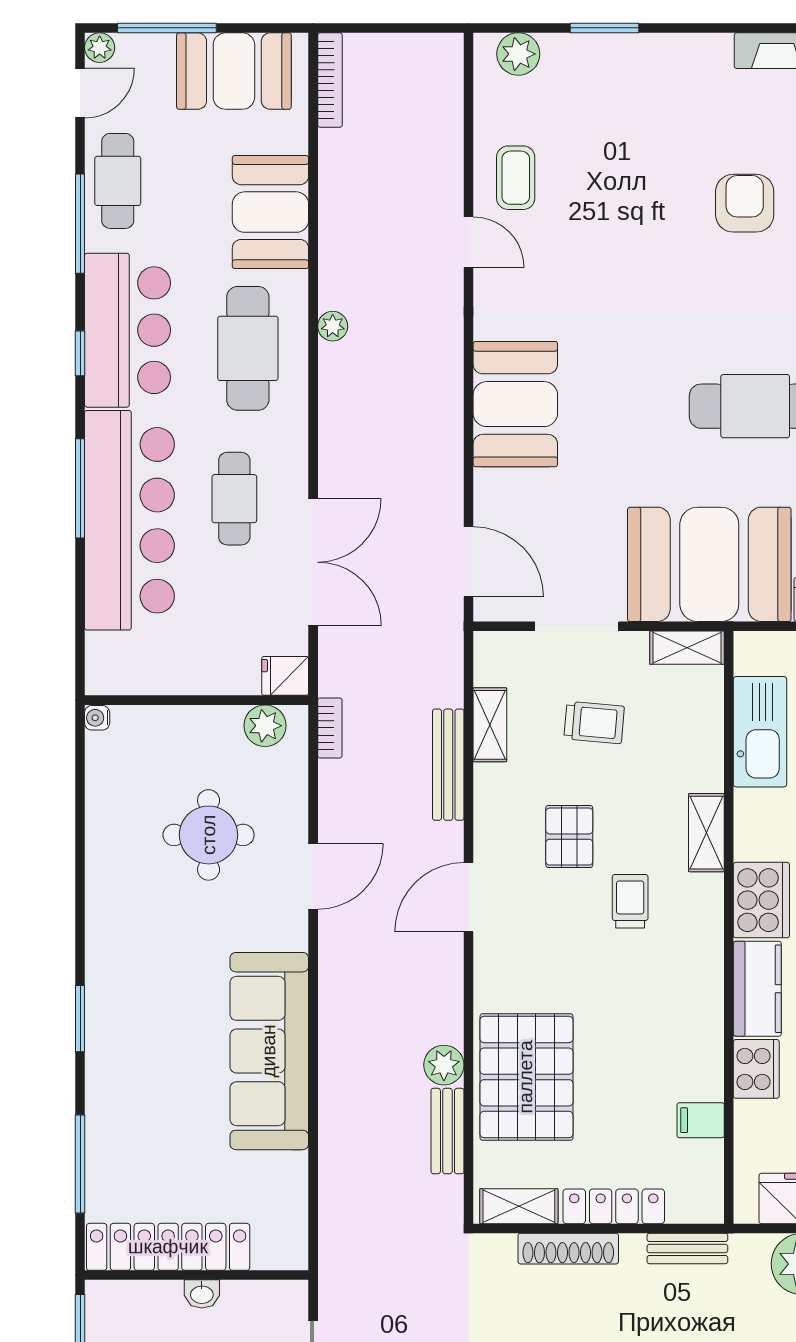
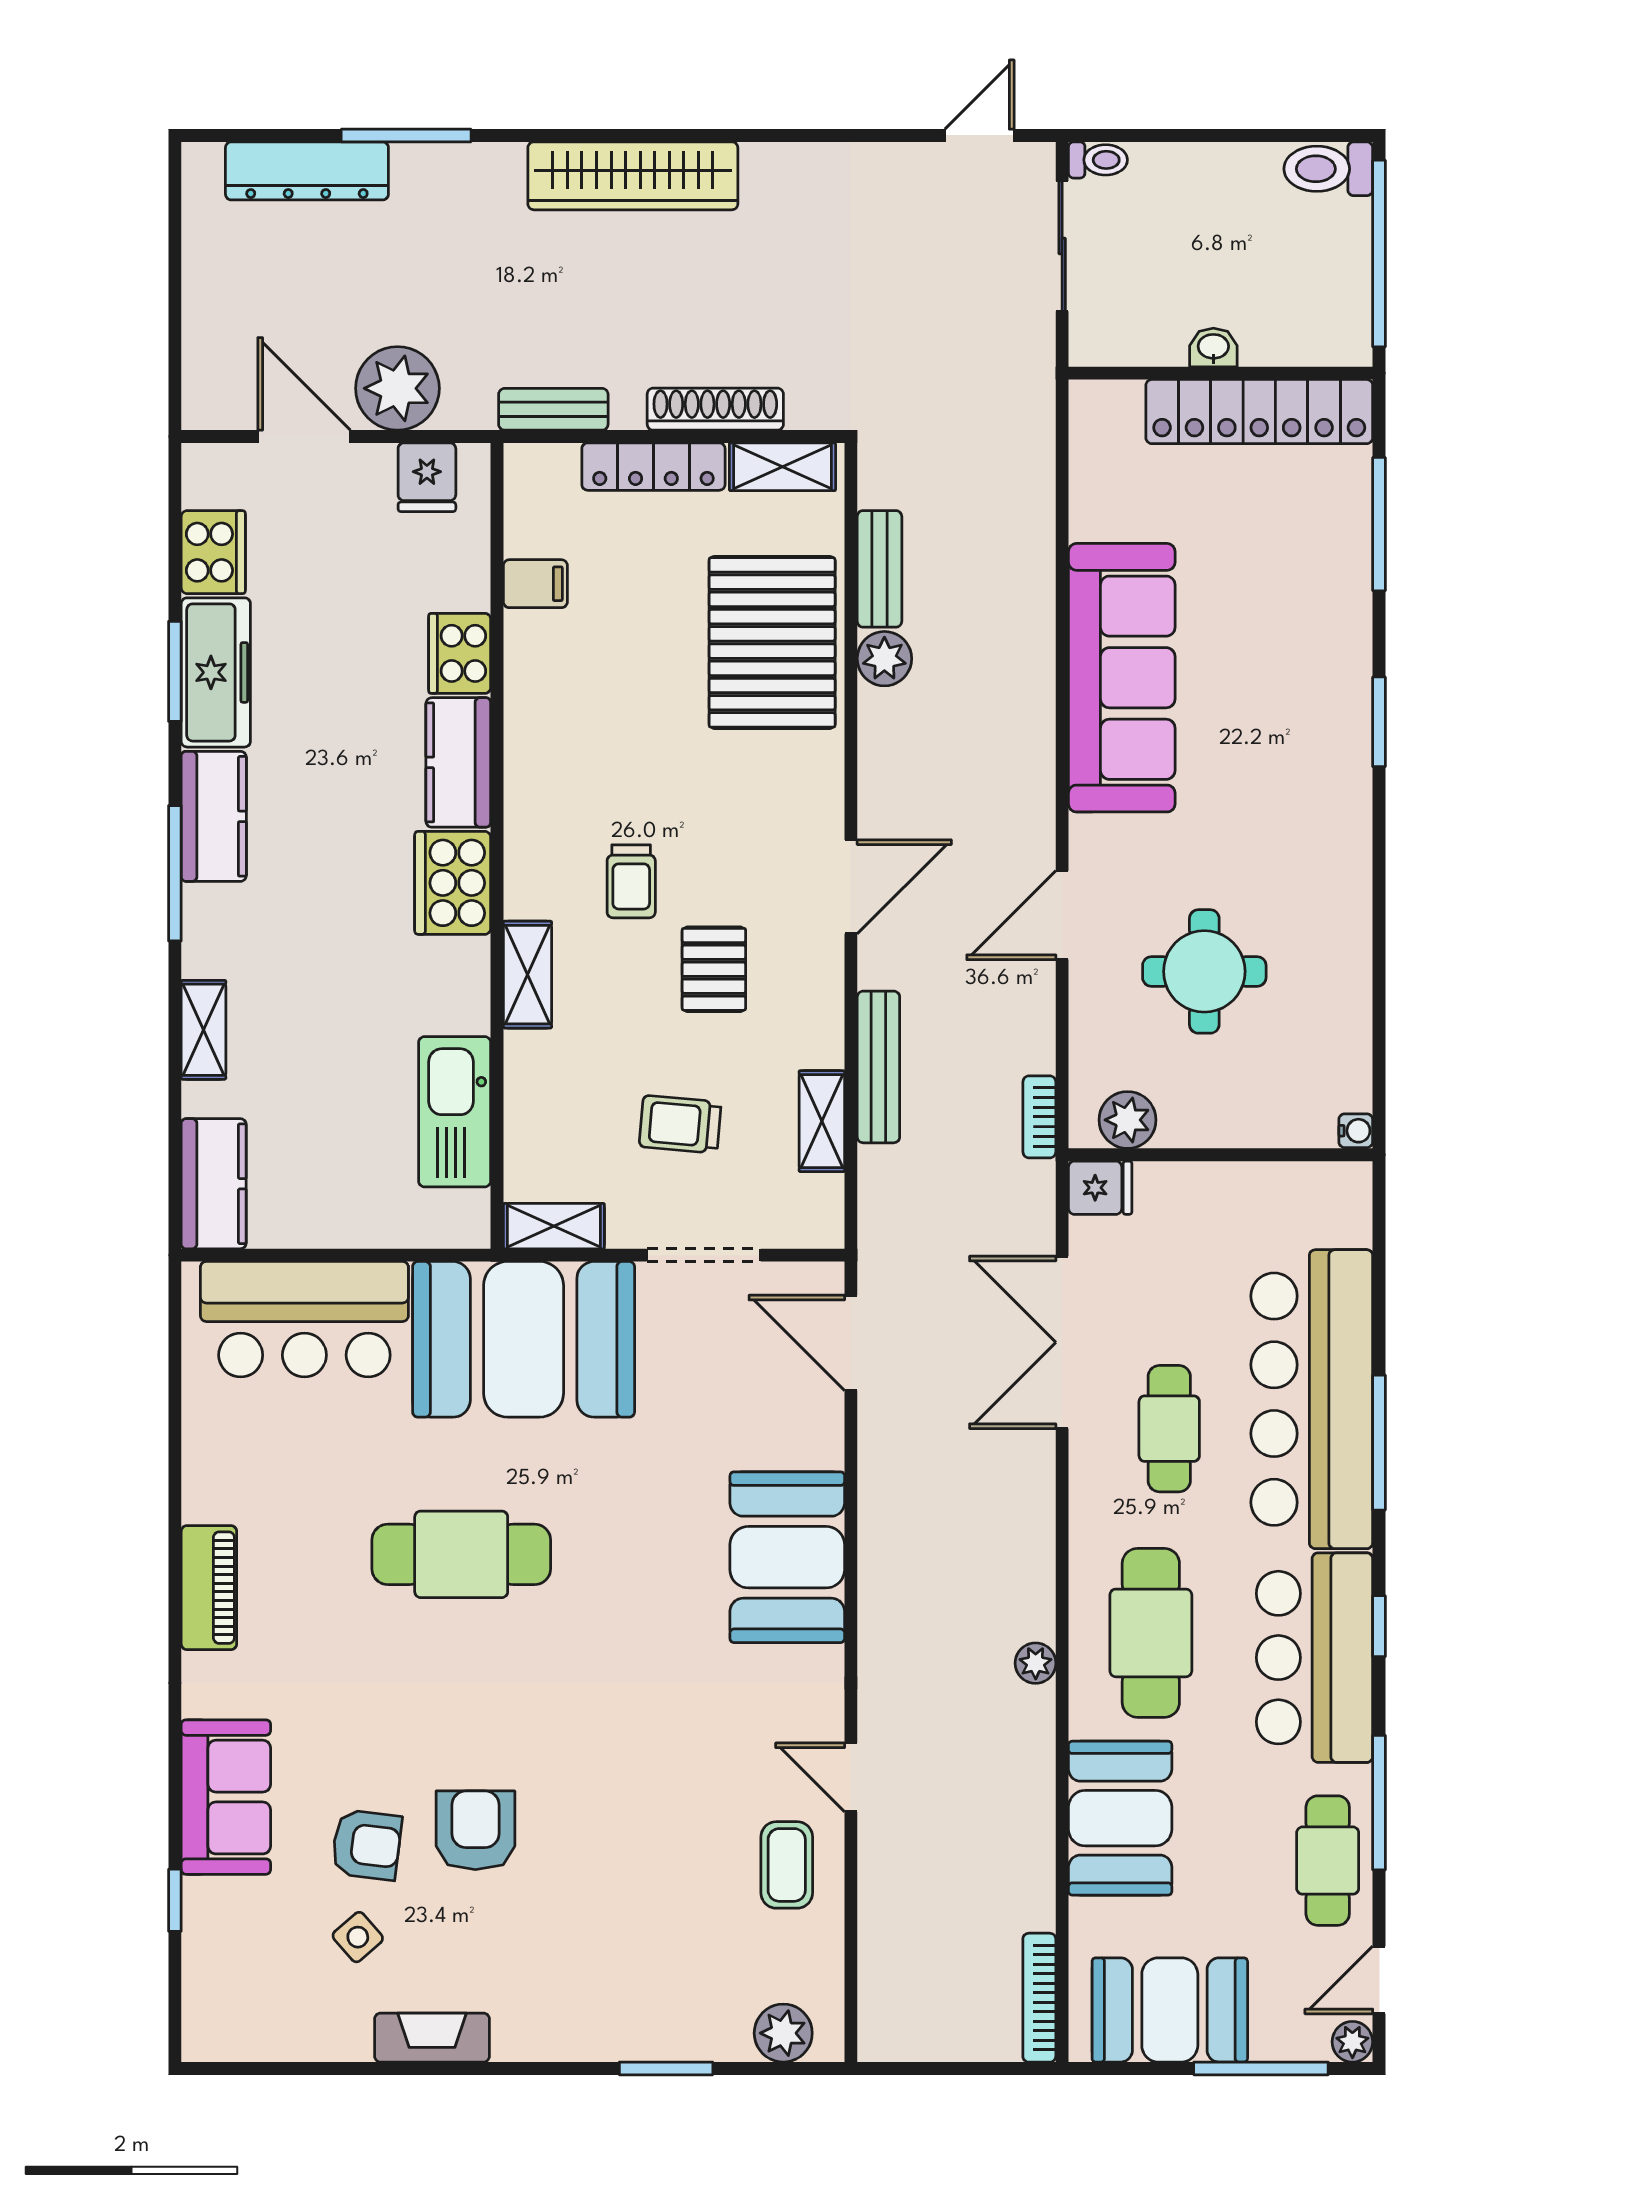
armchair: (745, 203) -> (475, 1830), turned 180

